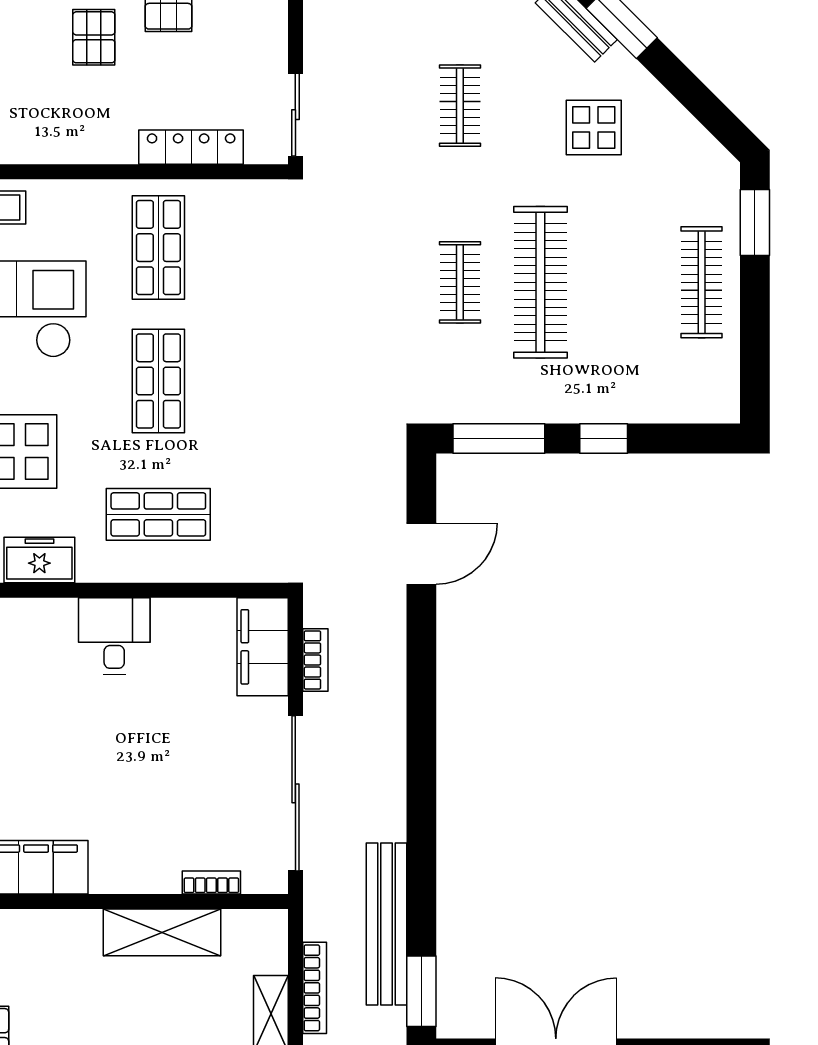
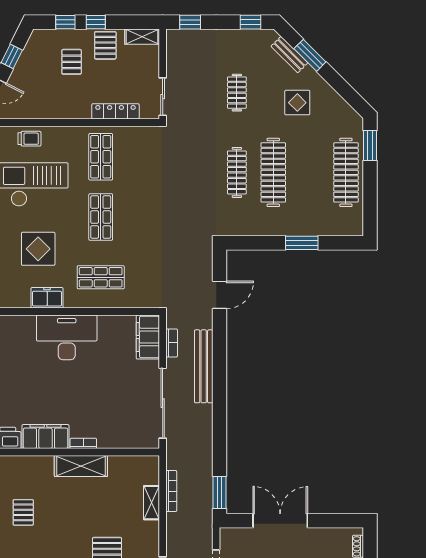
clothes rail: (460, 282) -> (237, 172), width x1.36
clothes rail: (702, 282) -> (346, 172), width x1.37, depth x1.31
window: (499, 438) -> (254, 243), removed
window: (604, 438) -> (302, 243), width x1.50
desk: (114, 636) -> (67, 337), width x1.87, depth x1.30
bookcase: (211, 882) -> (83, 443), moved
bench: (386, 924) -> (204, 366), moved
shelving: (162, 932) -> (81, 466), moved

